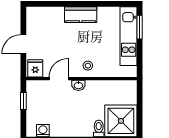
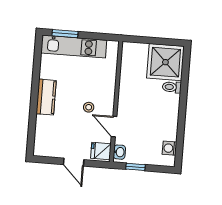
stool: (88, 66) -> (89, 107), moved
washbasin: (78, 85) -> (119, 152), moved

